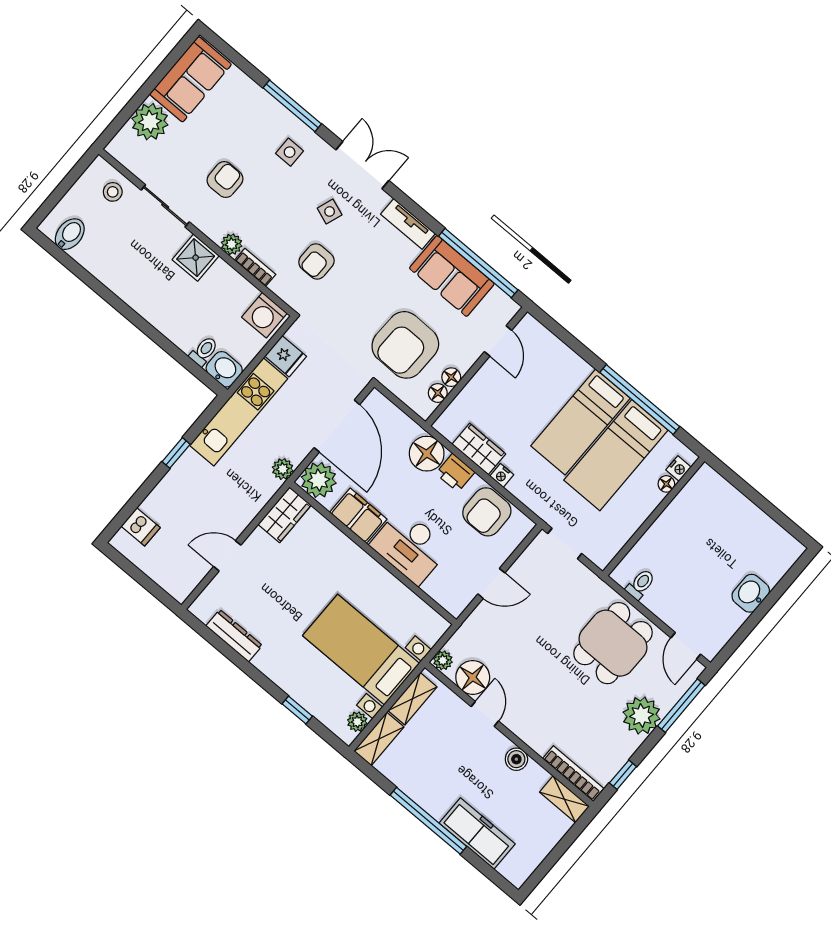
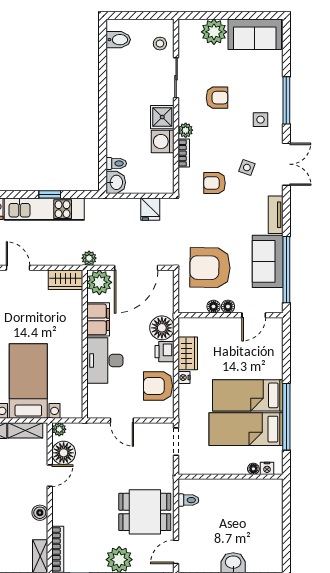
washing machine: (264, 315) -> (163, 142), moved
floor lamp: (438, 393) -> (228, 307), moved
kitchen unit: (239, 412) -> (44, 209), moved

